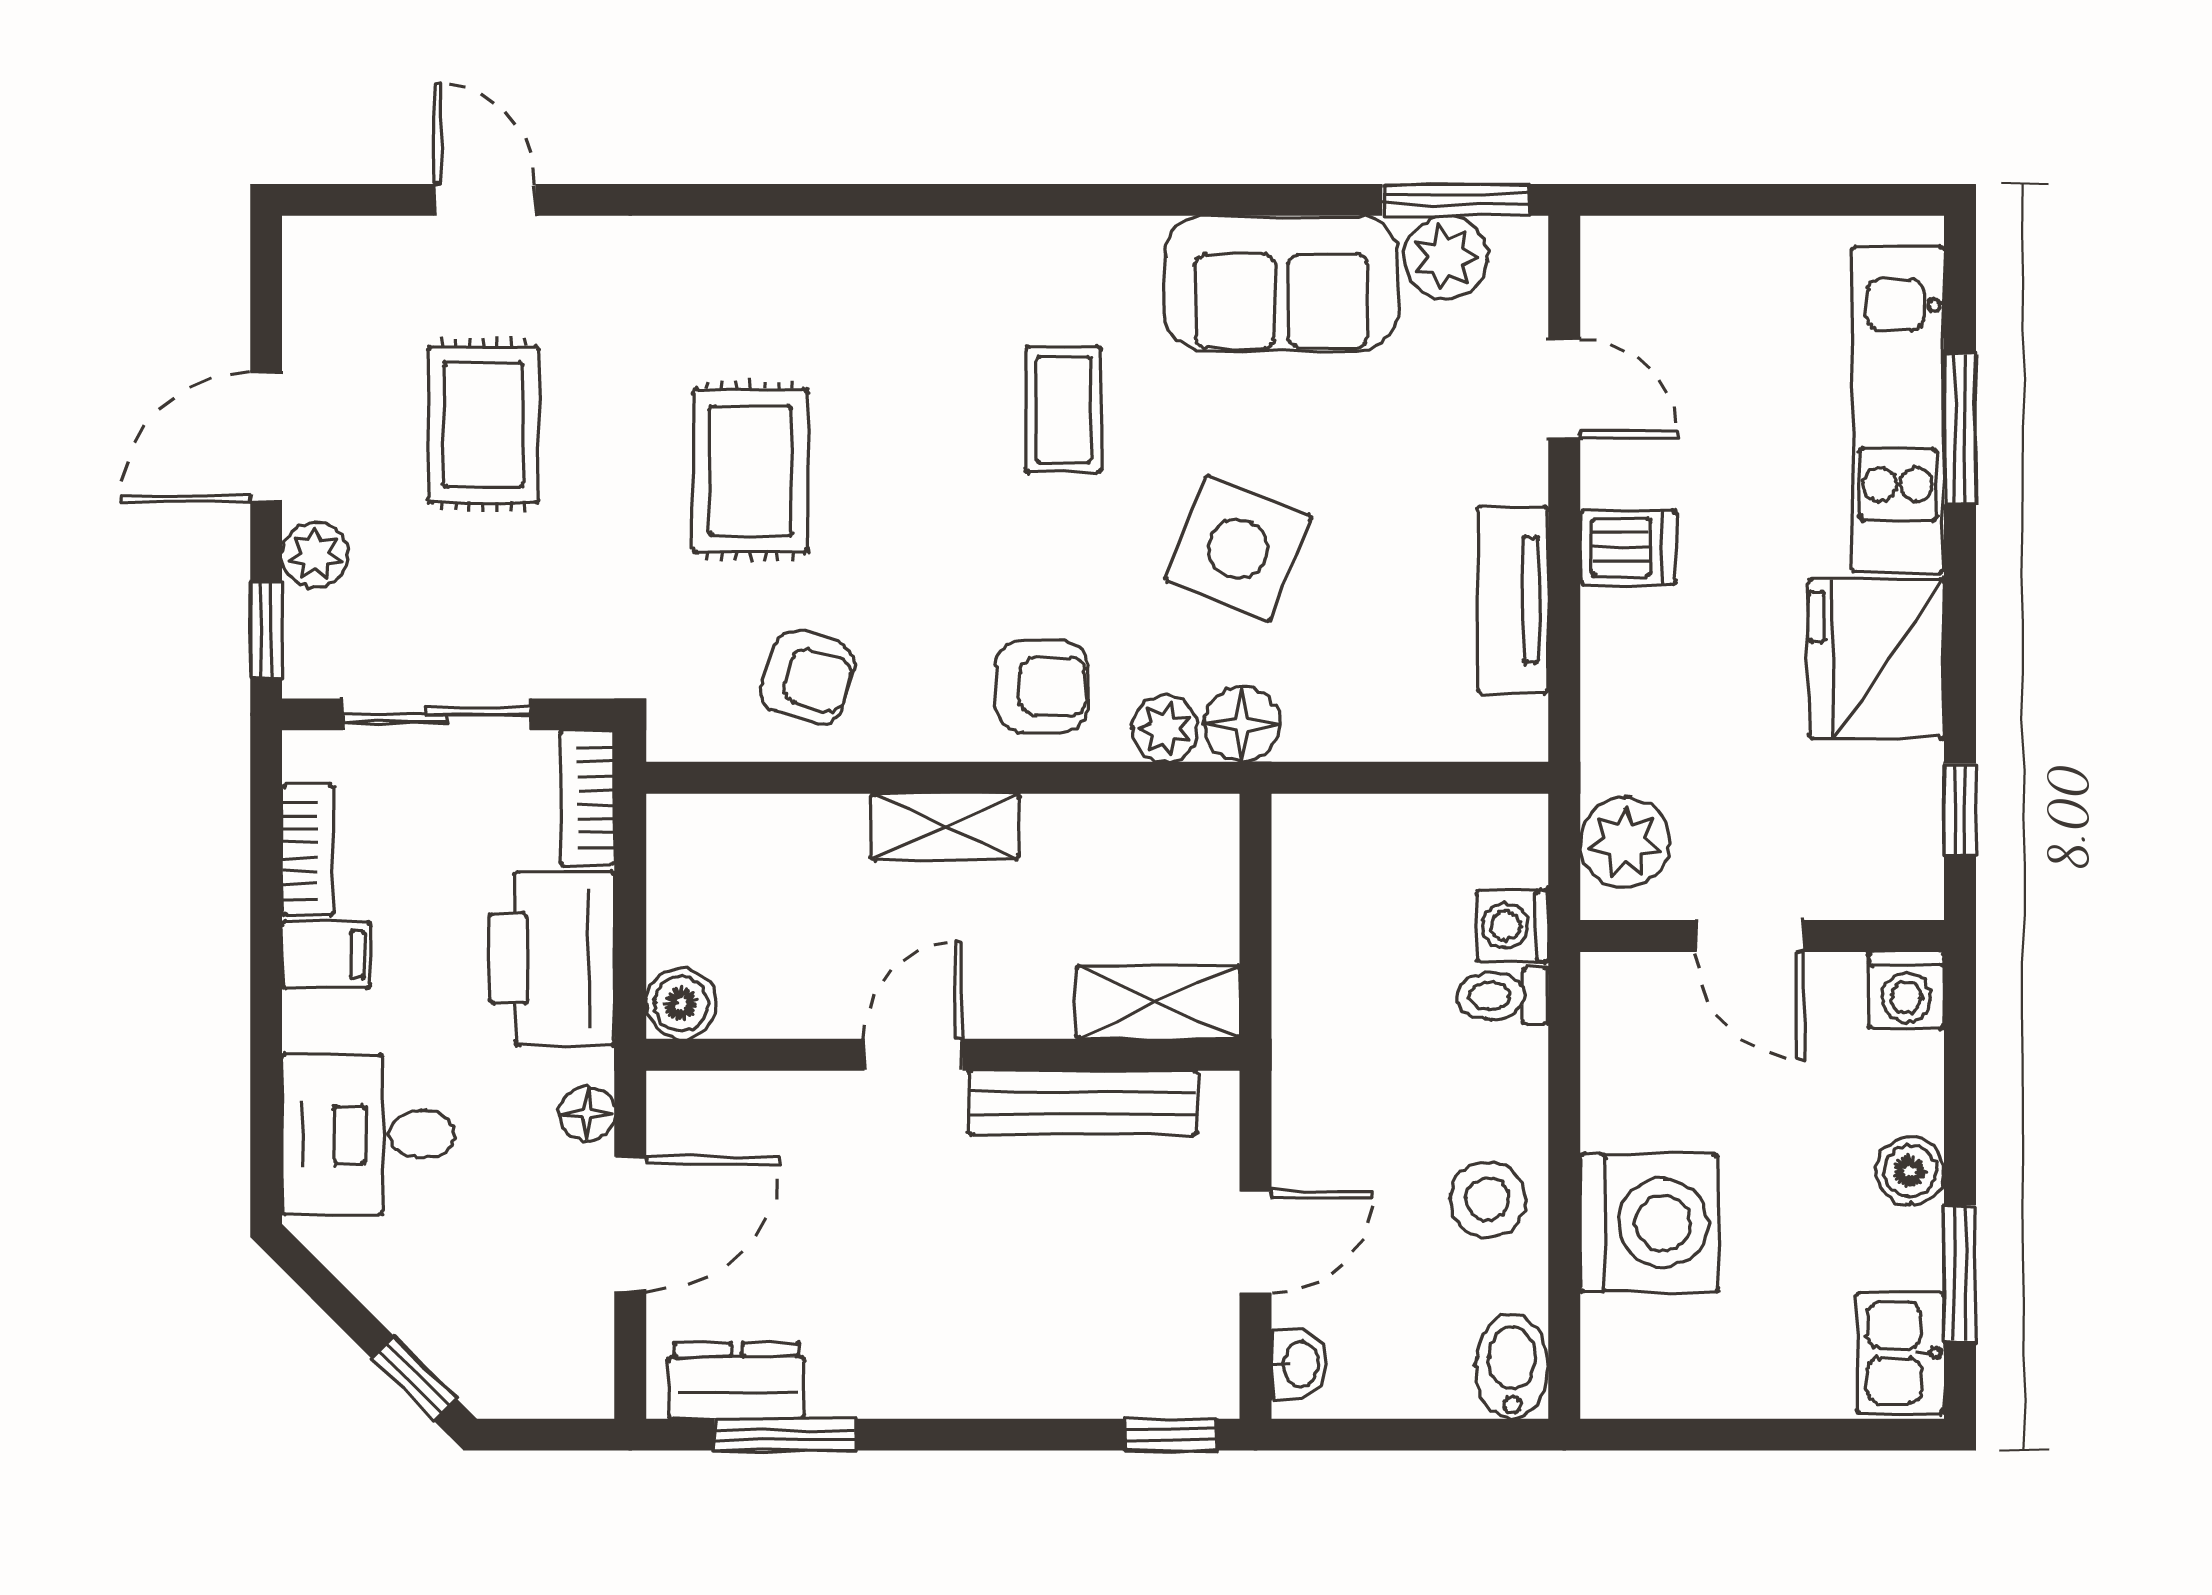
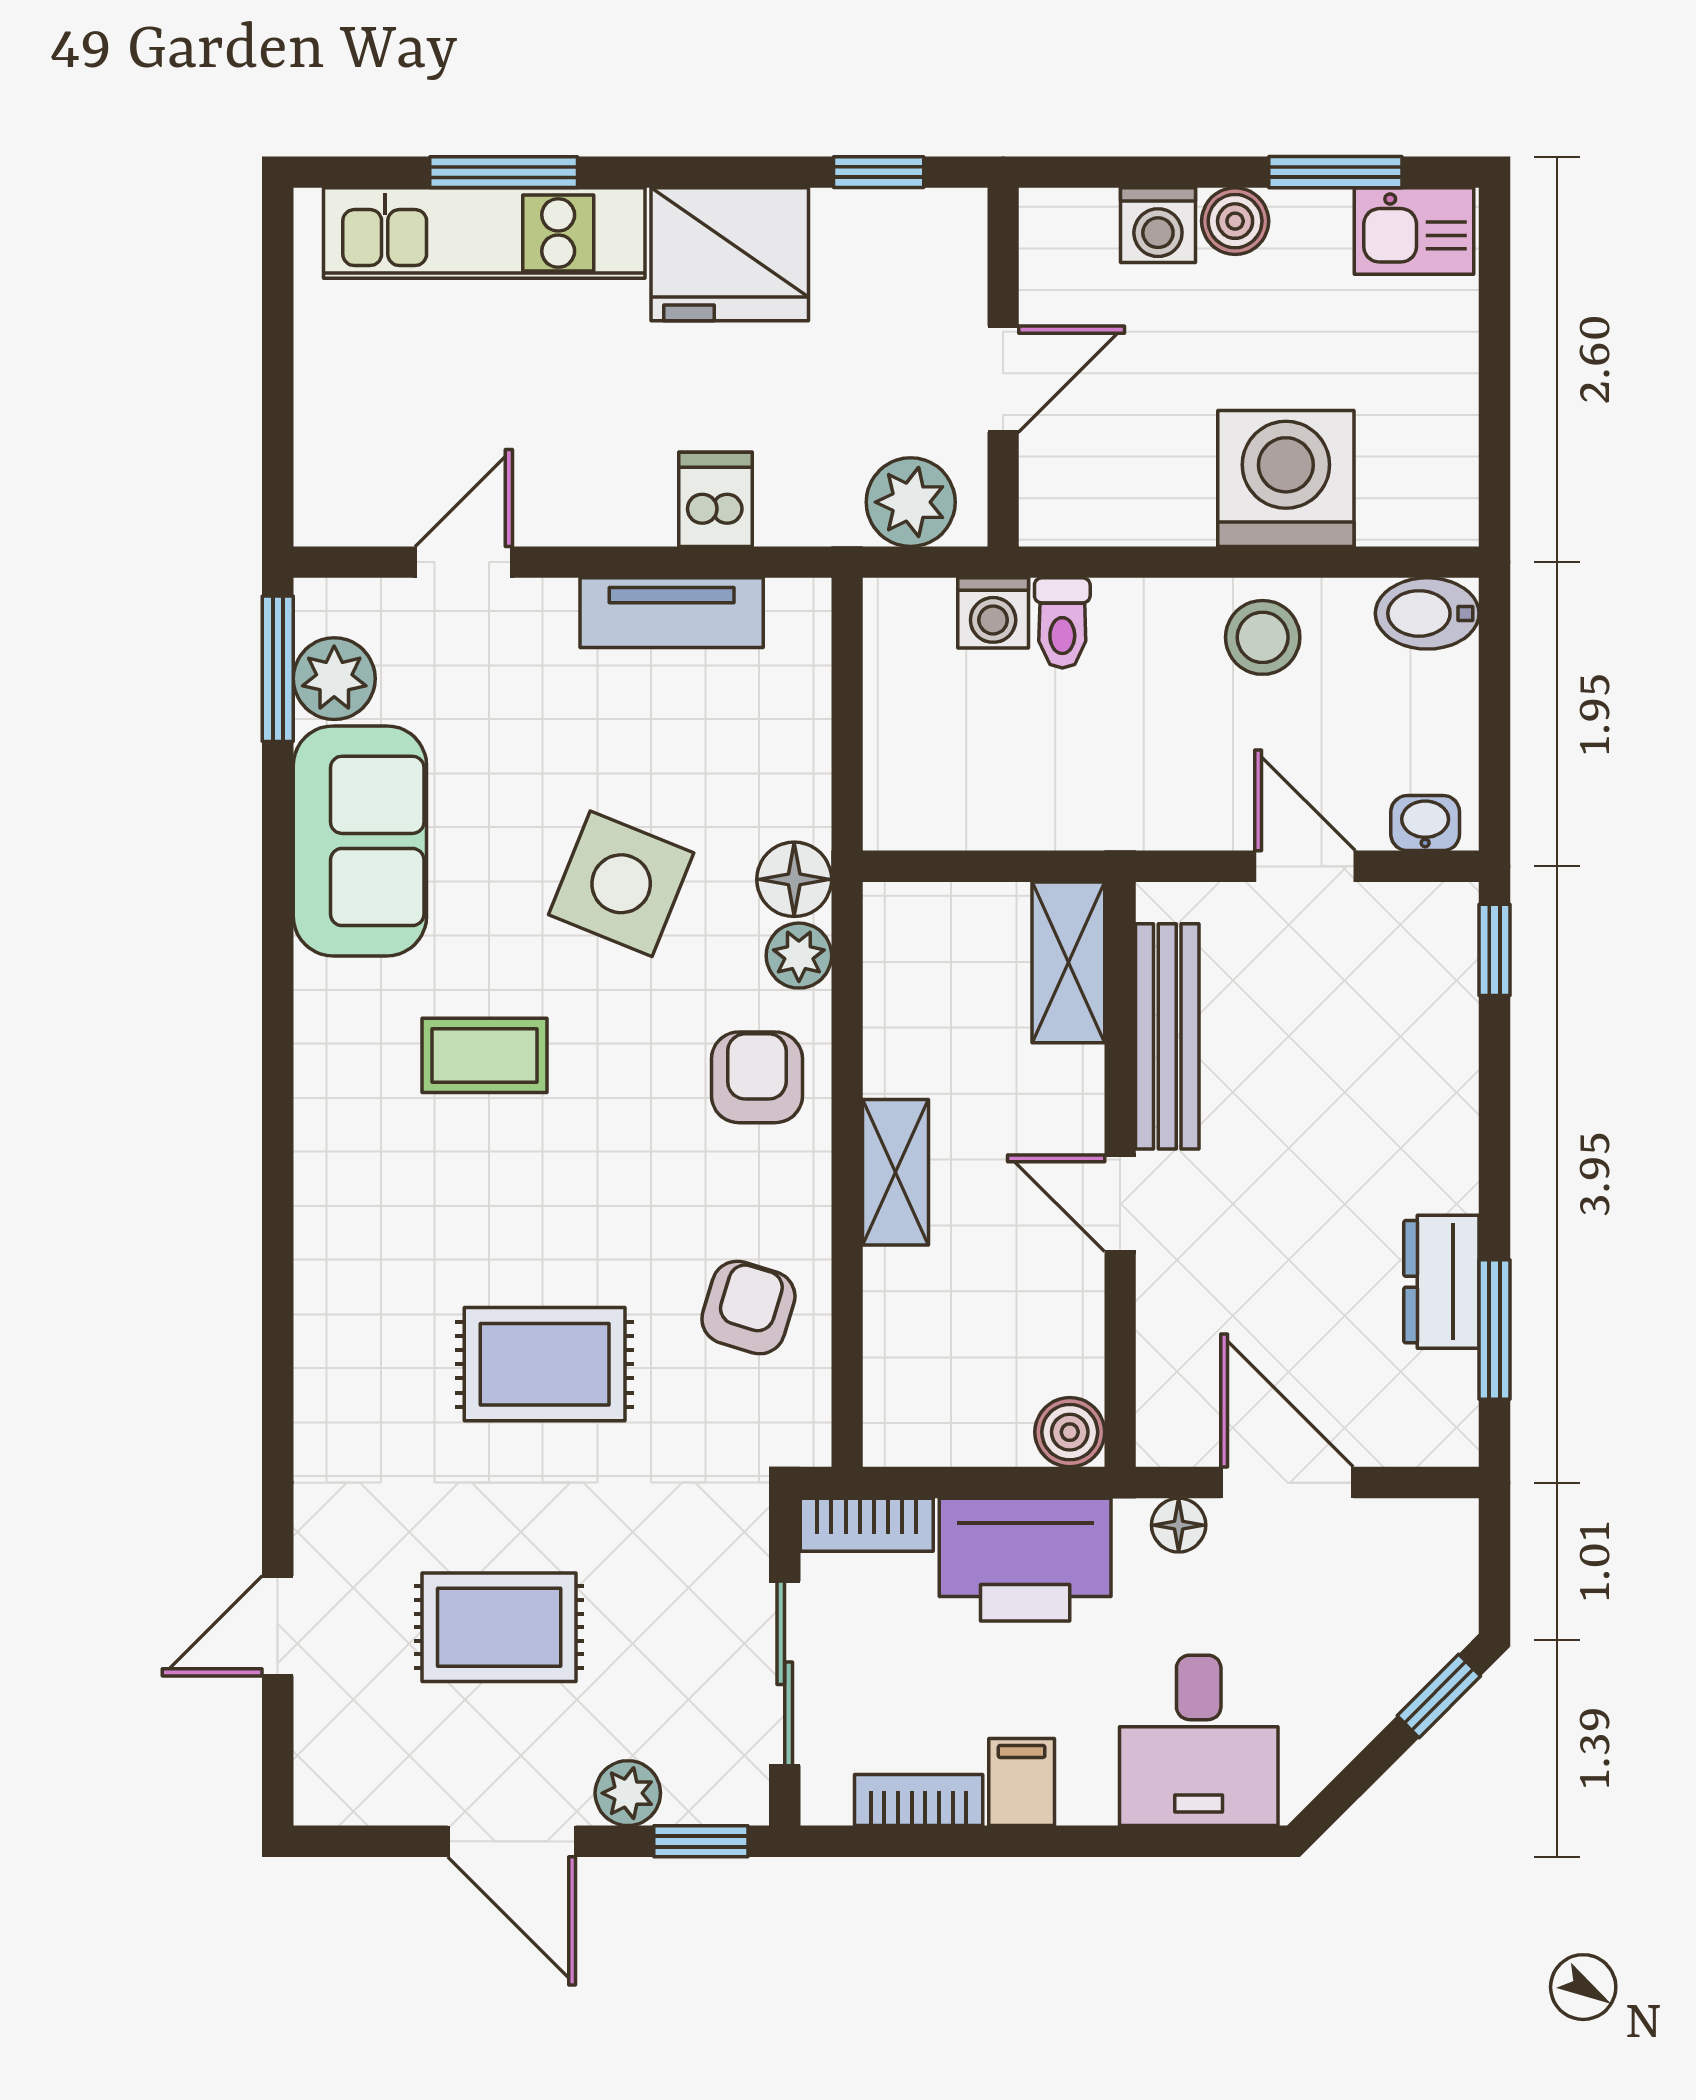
dishwasher: (1628, 547) -> (715, 499), moved
washing machine: (1906, 990) -> (1158, 225), moved, turned 90
dresser: (736, 1381) -> (1441, 1282), moved

